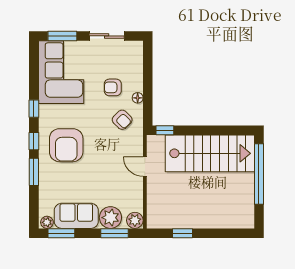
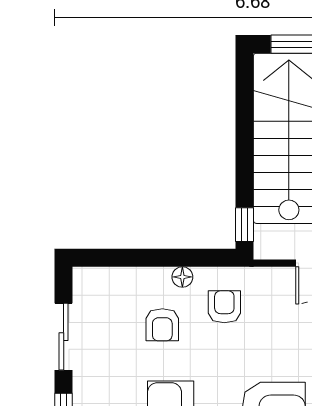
armchair: (122, 120) -> (224, 307), turned -45

